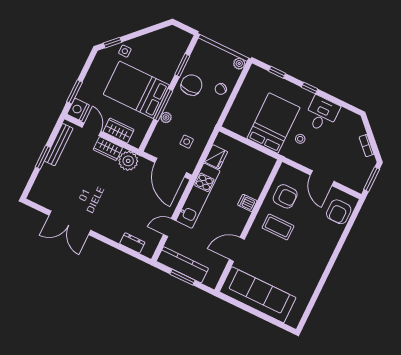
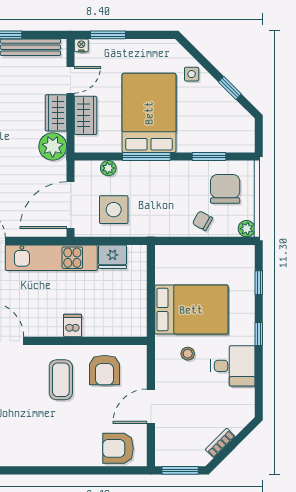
window: (112, 43) -> (230, 88), moved
chair: (192, 85) -> (225, 189), moved, turned -90
nightstand: (78, 110) -> (81, 45), width x0.53, depth x0.56
plant: (166, 117) -> (108, 168), moved
side table: (187, 142) -> (114, 210), width x1.87, depth x1.87

